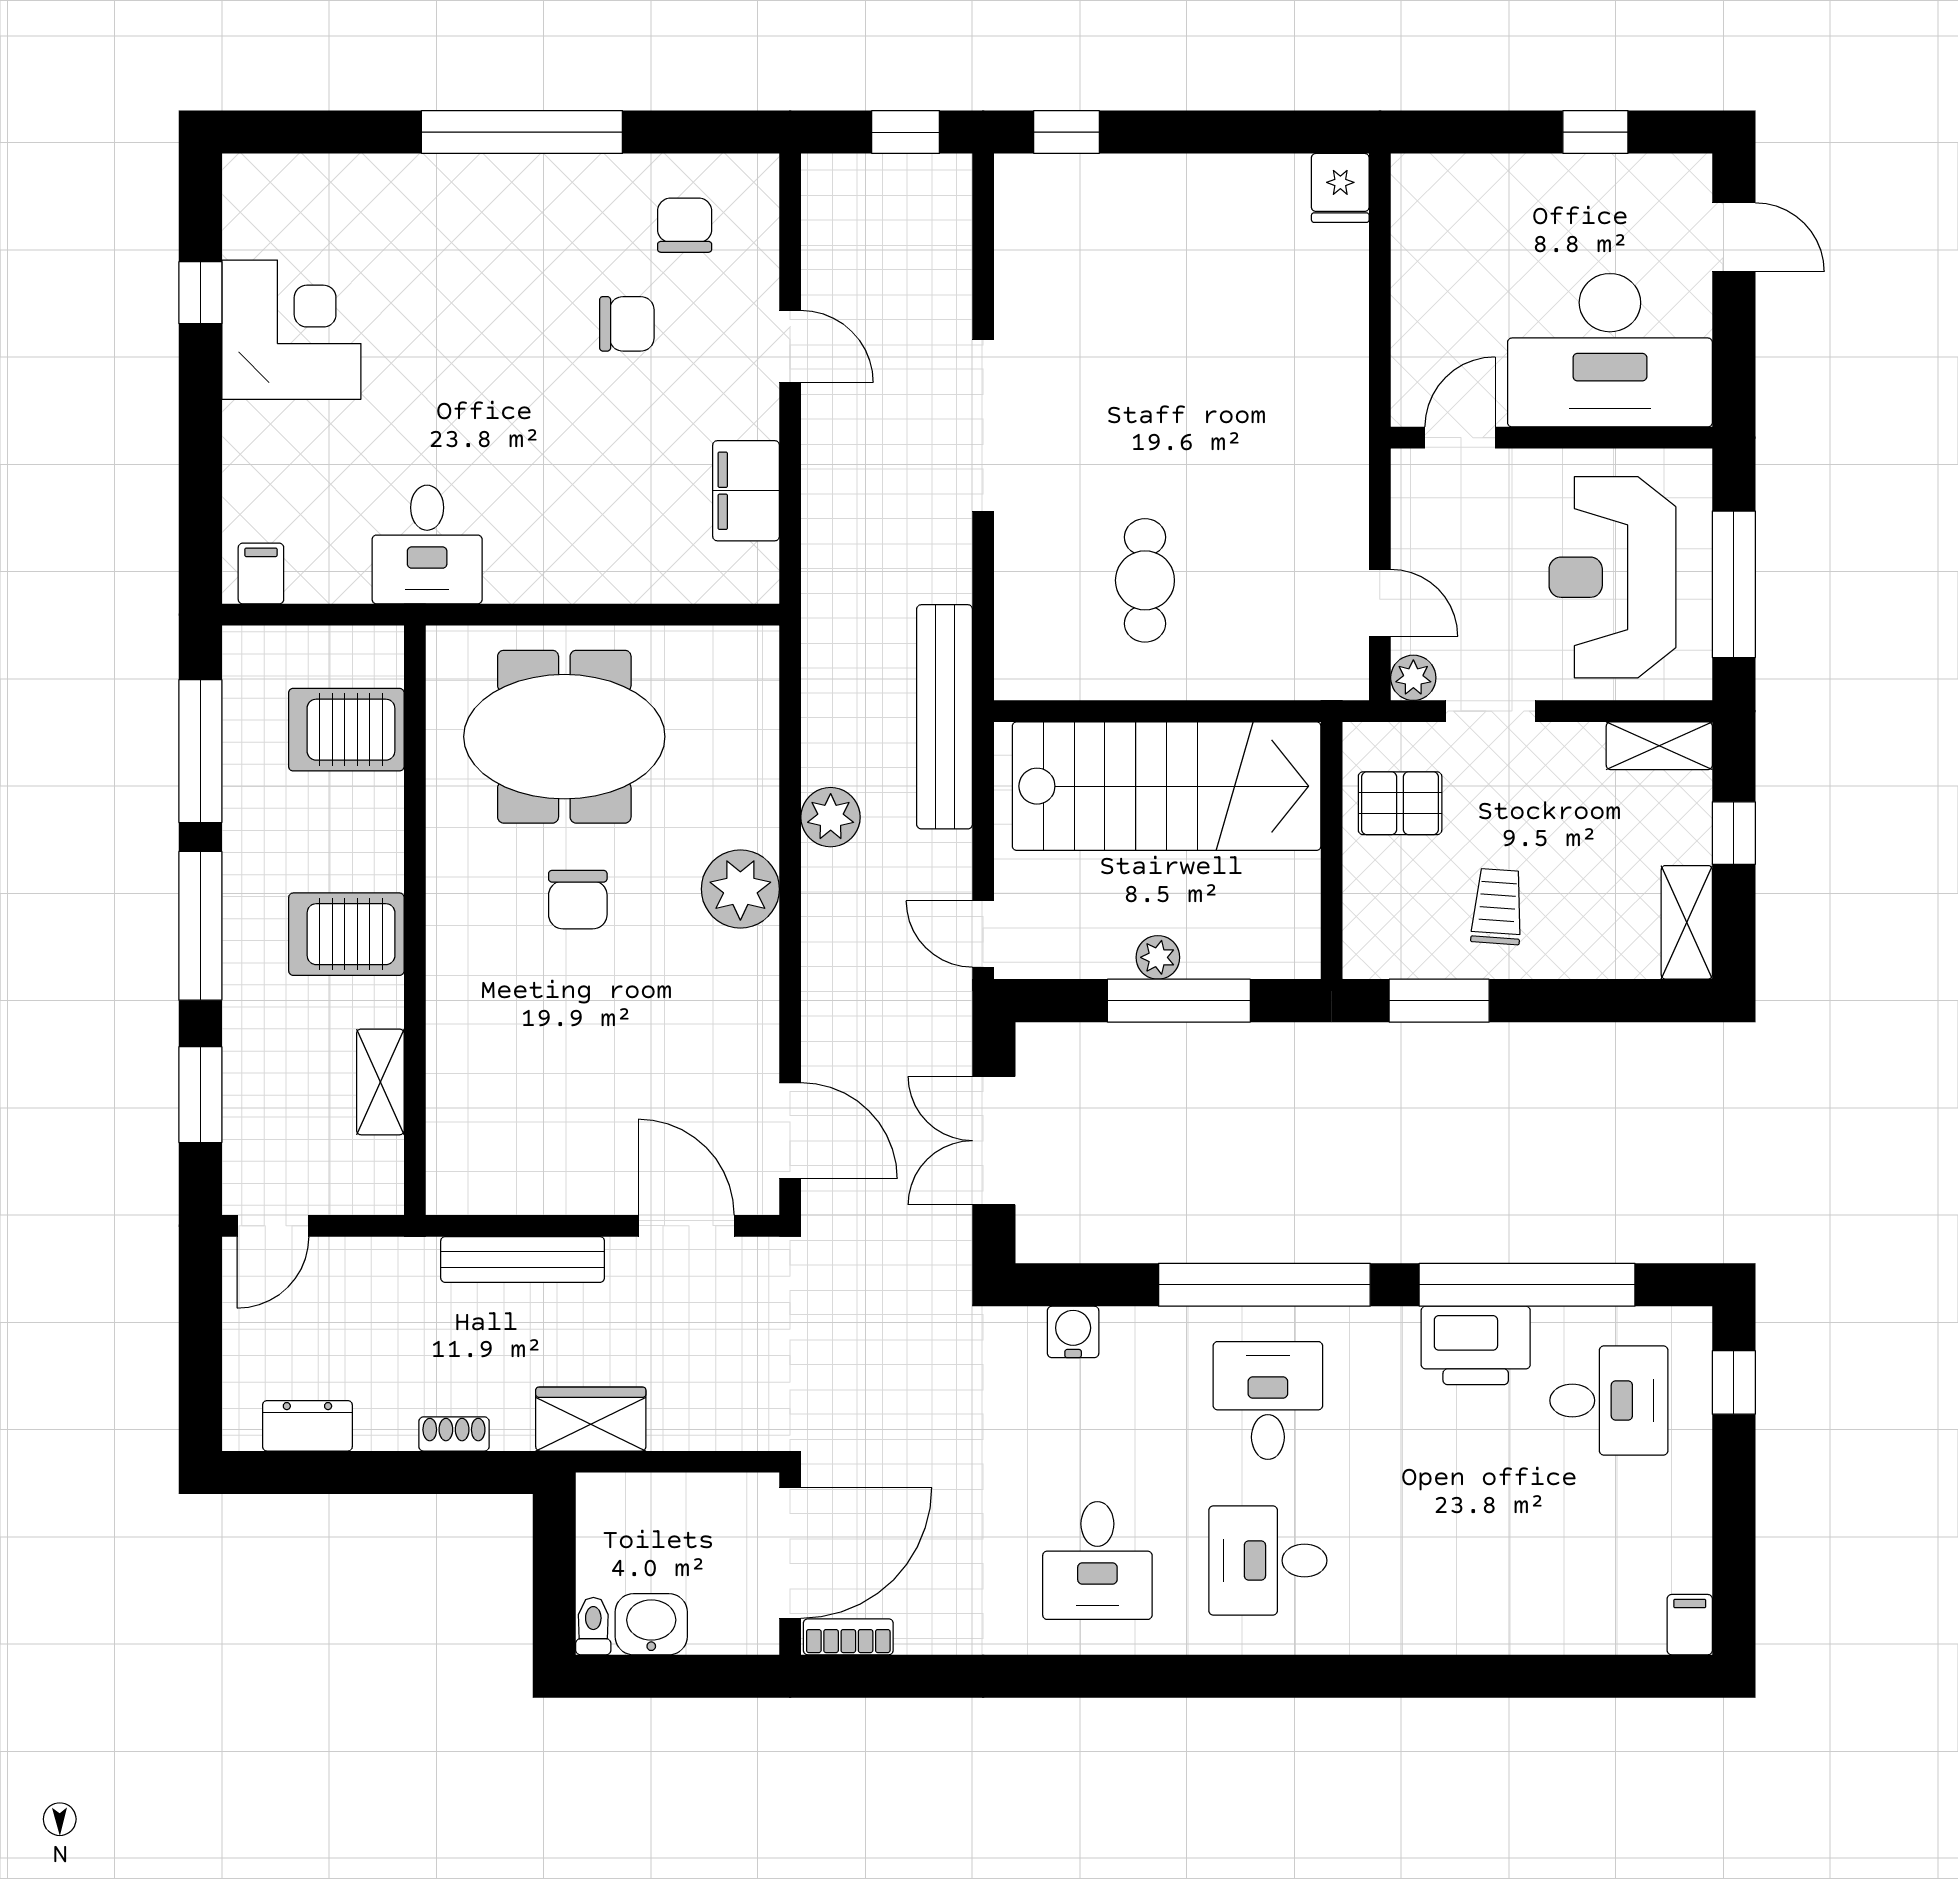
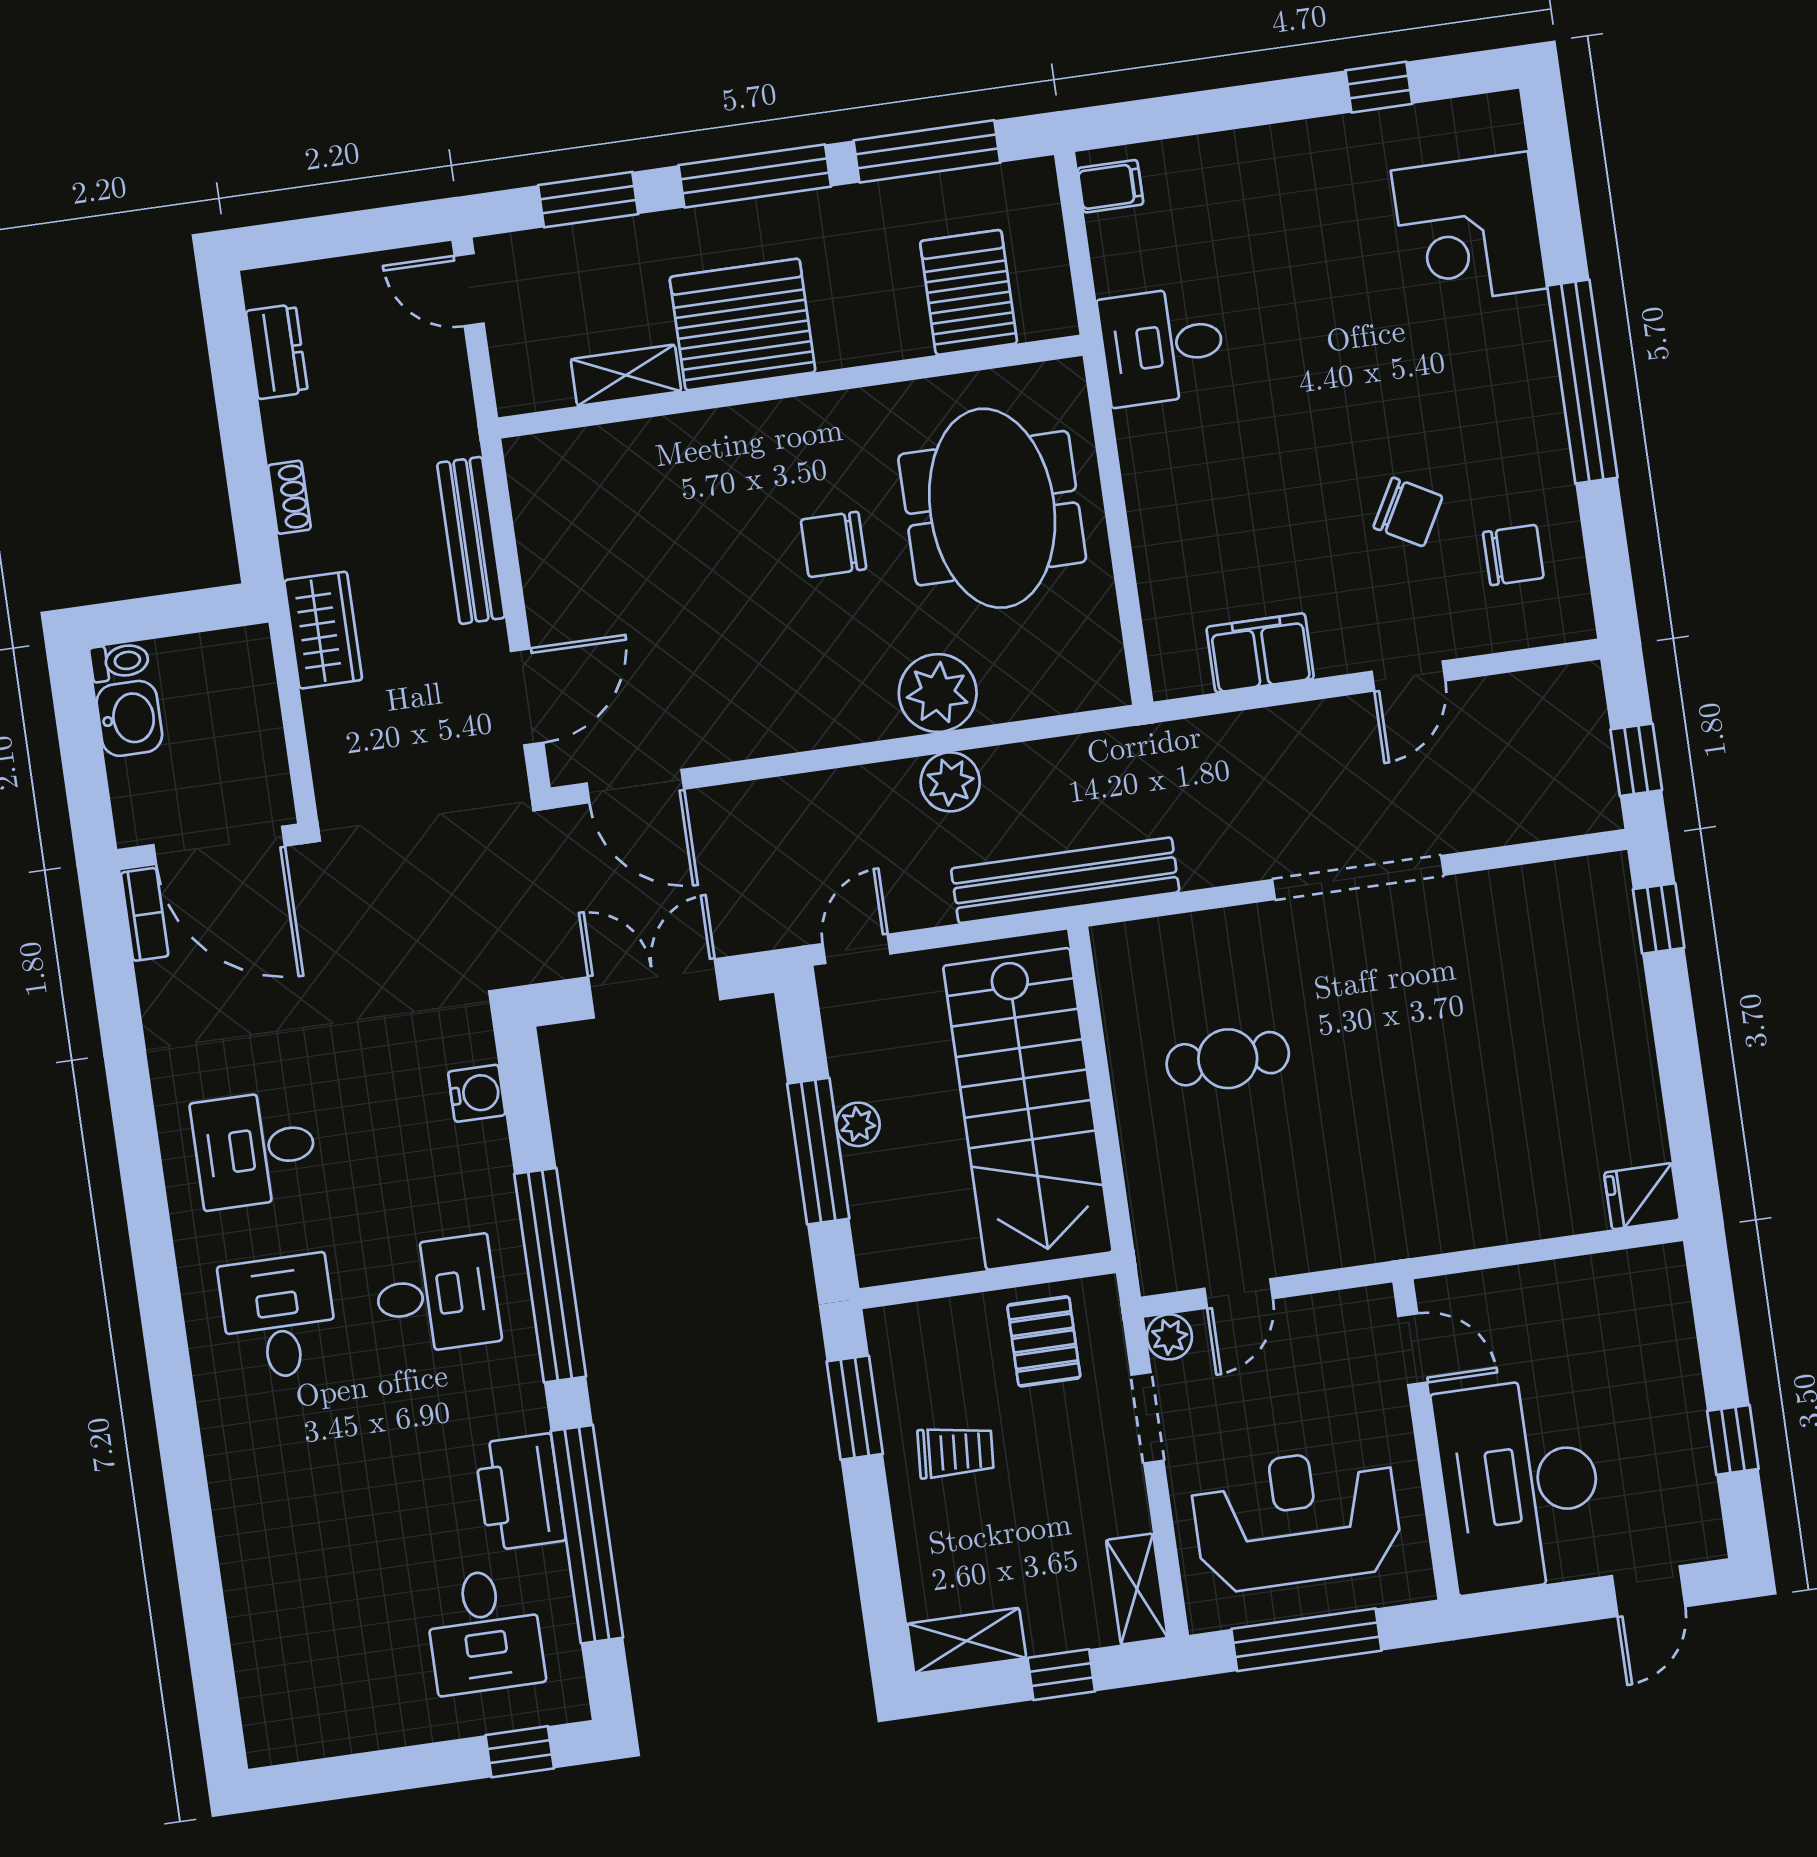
chair: (627, 324) -> (1408, 512), turned -61
corner desk: (291, 330) -> (1469, 230), moved, turned 90
plant: (740, 889) -> (938, 693), moved
server rack: (346, 934) -> (743, 325), width x1.60
door: (790, 1131) -> (635, 786), hinge flipped
filing cabinet: (1690, 1625) -> (275, 1742), removed

